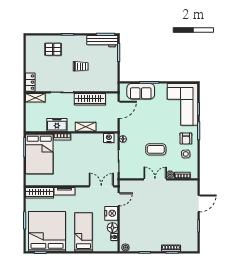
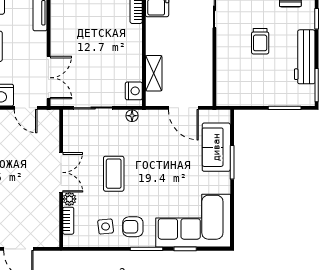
workbench: (102, 41) -> (305, 57), moved
wardrobe: (90, 99) -> (202, 57), removed
shelving: (86, 127) -> (154, 73), moved

